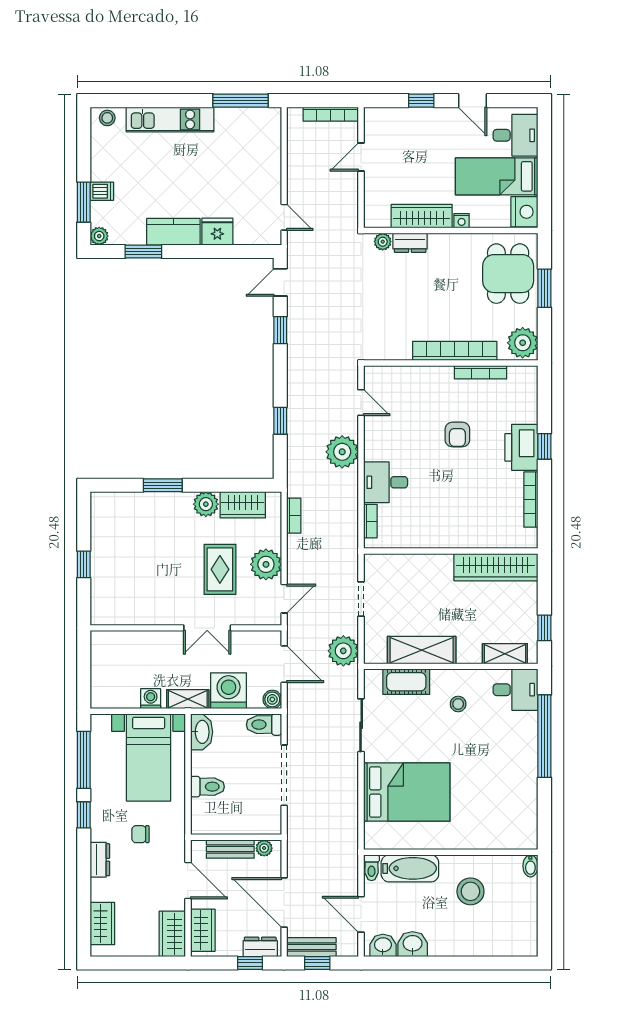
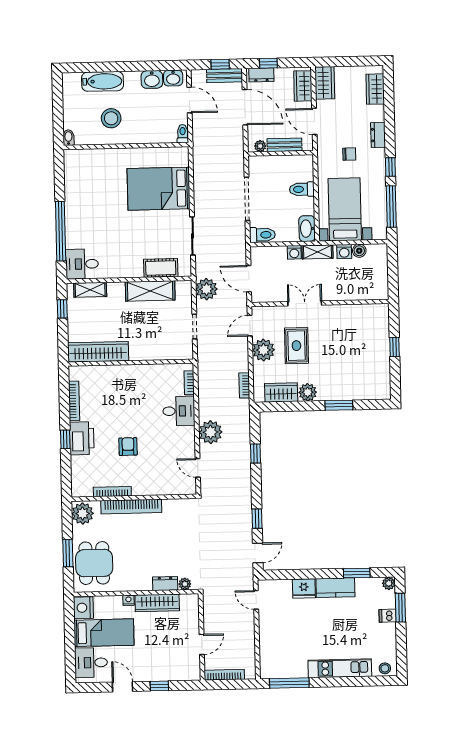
washing machine: (229, 691) -> (294, 252), width x0.53, depth x0.53
boiler: (272, 699) -> (359, 251), moved
stool: (458, 704) -> (123, 253), removed
bathtub: (410, 868) -> (103, 81), moved, turned 180

